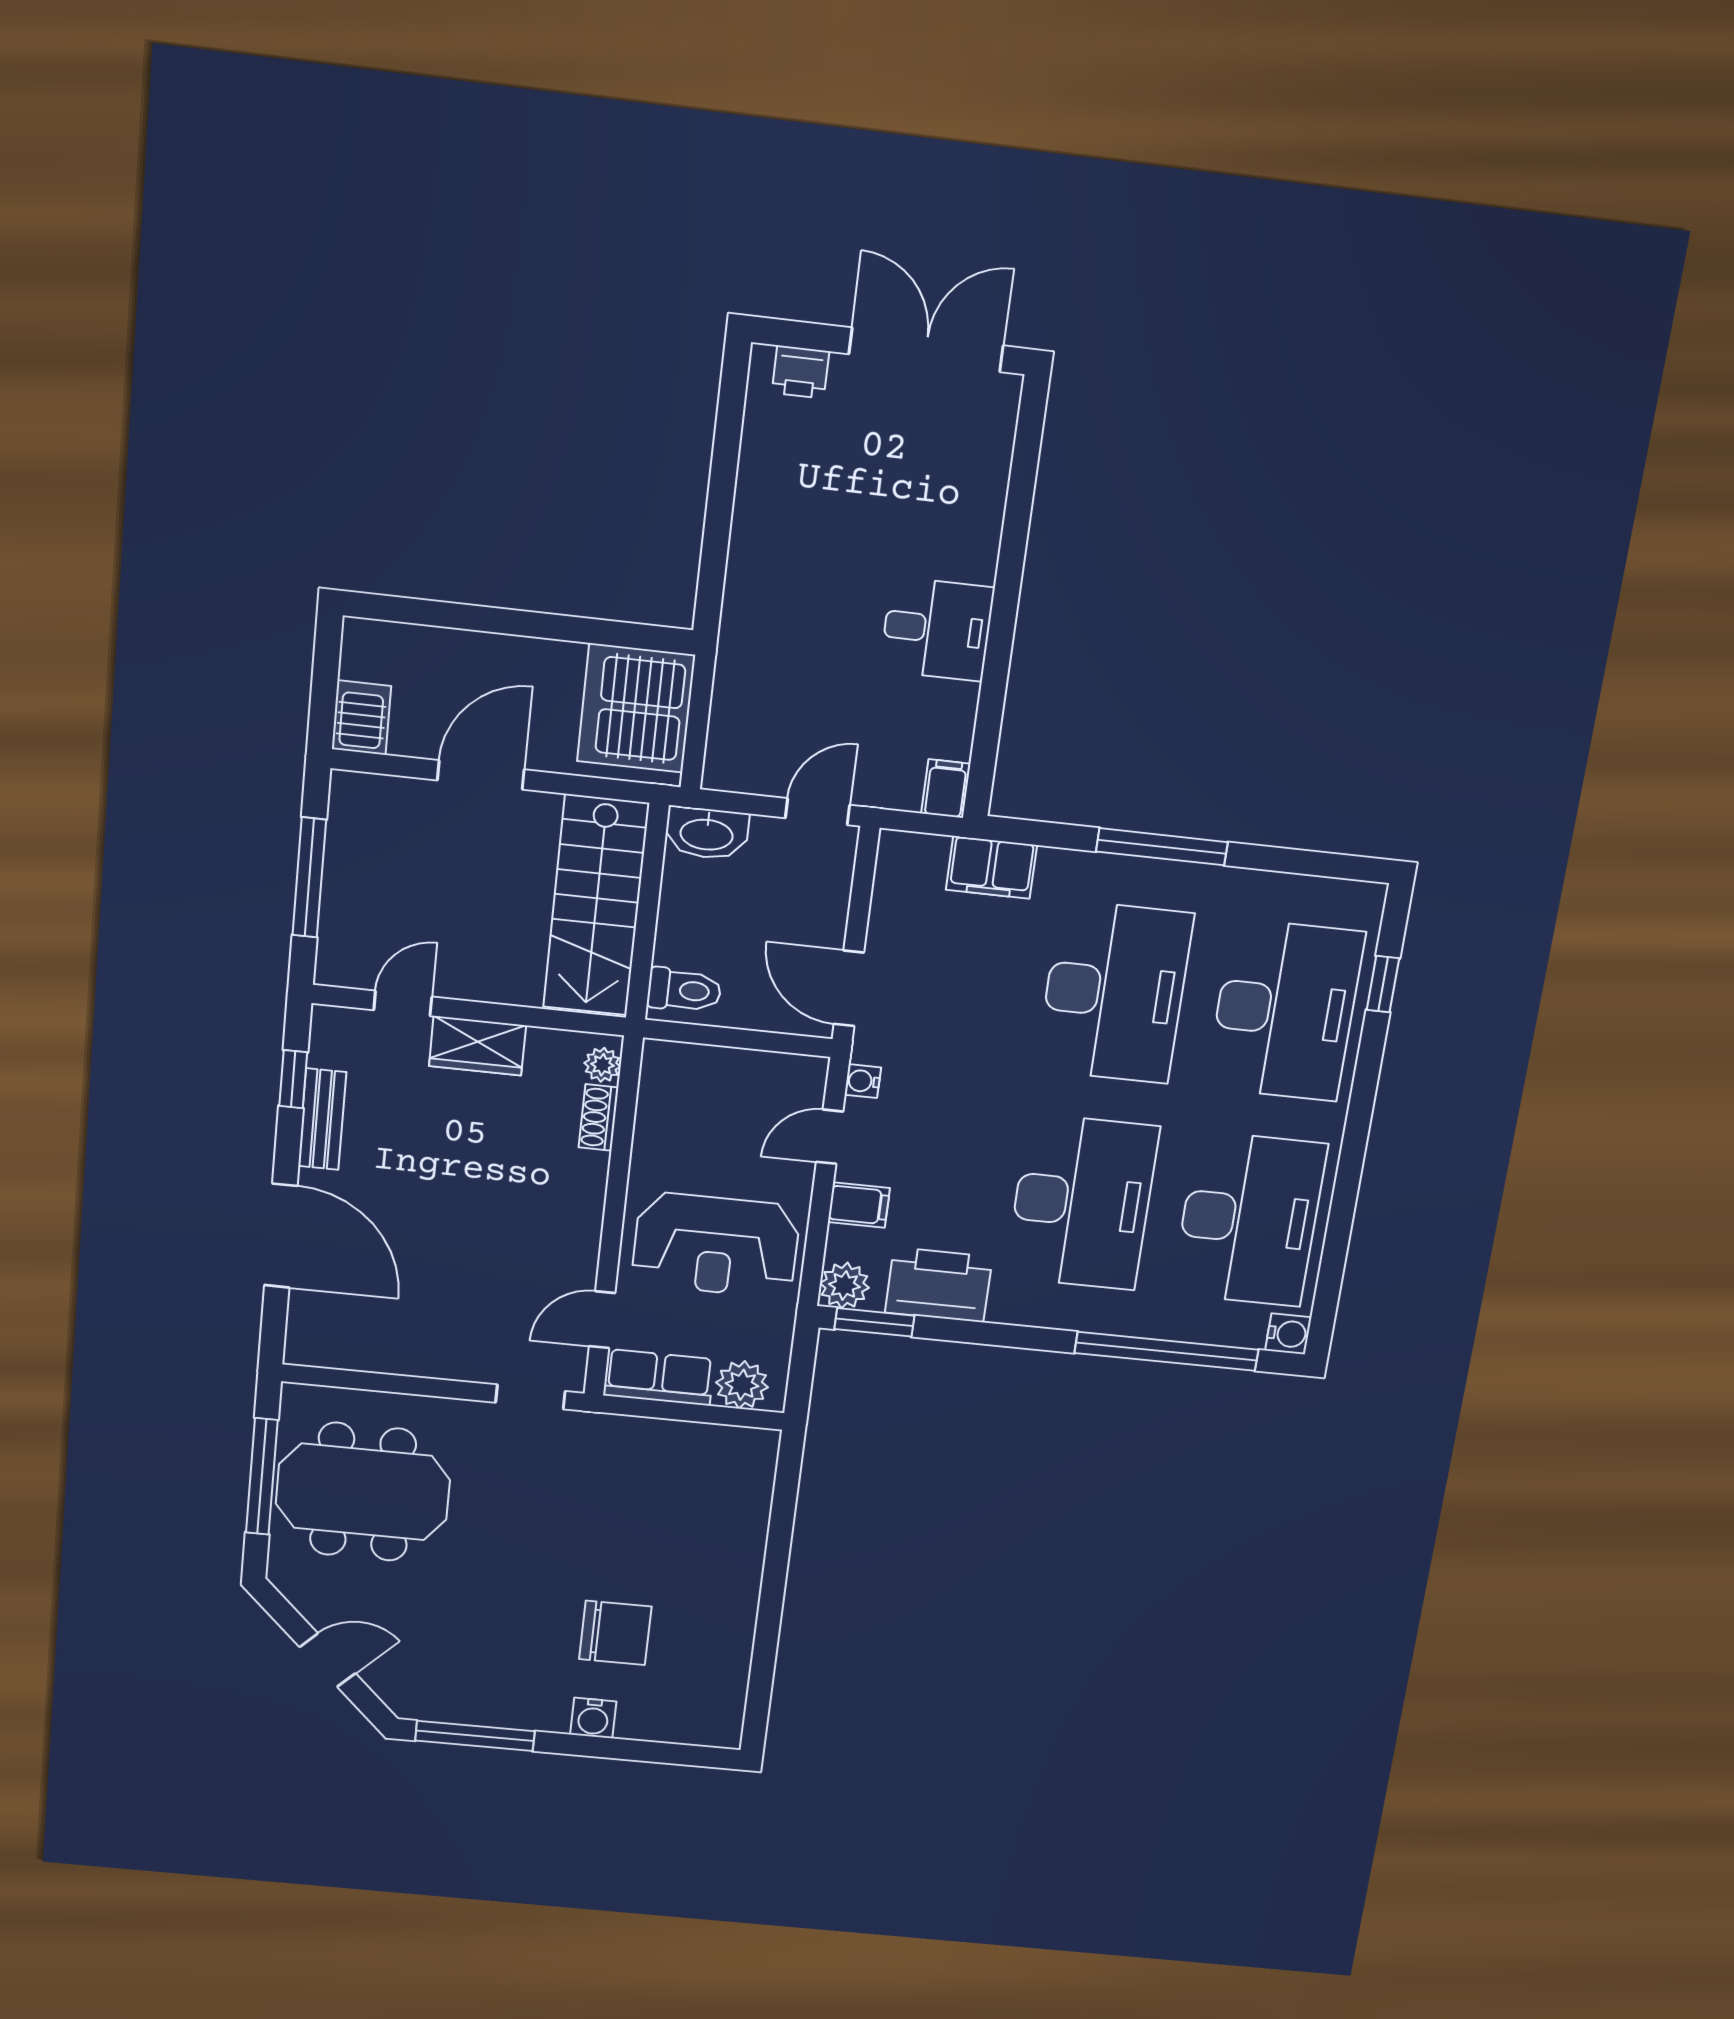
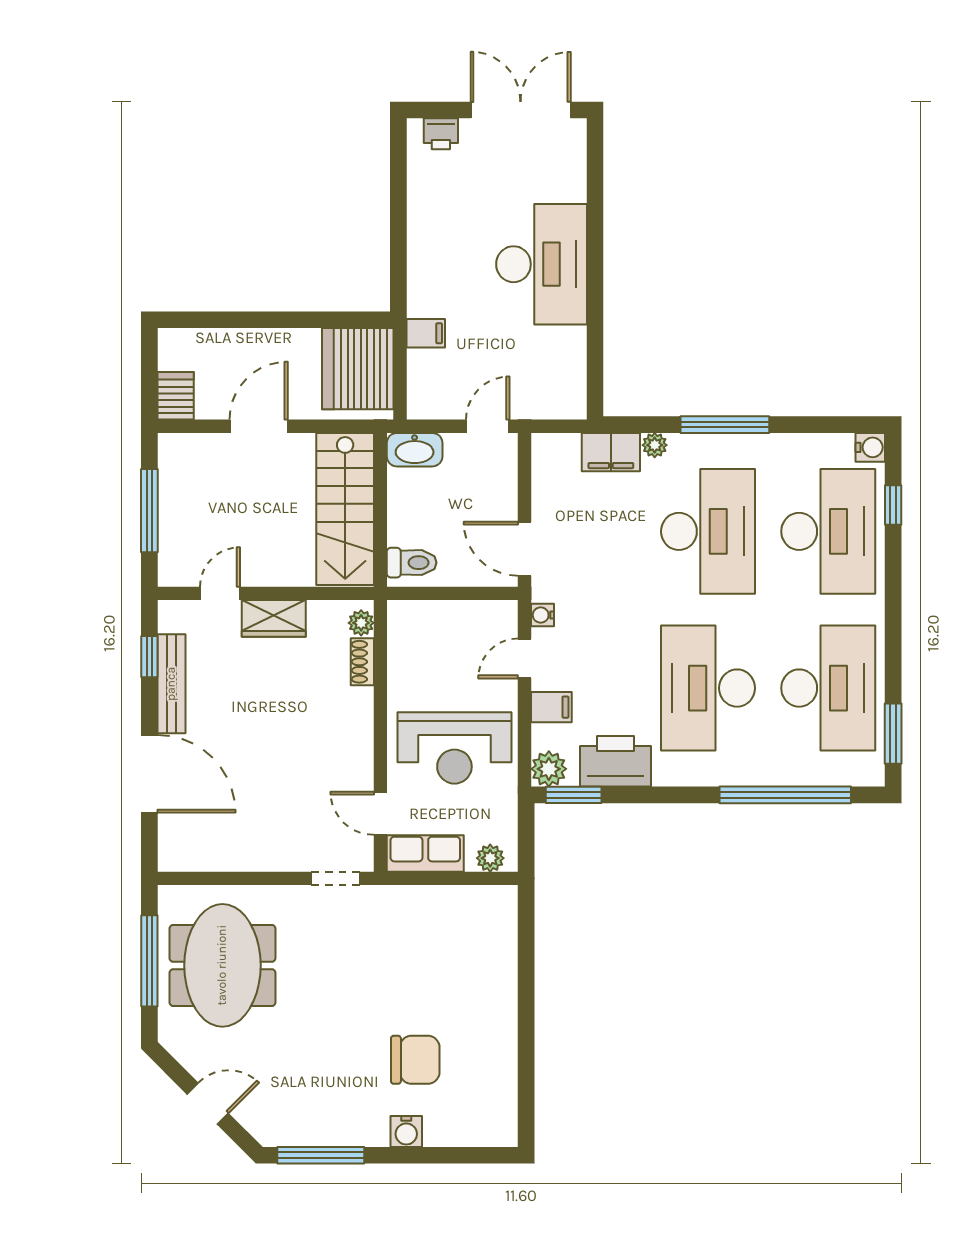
desk: (937, 629) -> (542, 264), width x1.87, depth x1.30
filing cabinet: (946, 789) -> (426, 333), moved, turned 90
plant: (1056, 864) -> (655, 445), added
bench: (322, 1119) -> (171, 684), width x1.36
desk: (1082, 1202) -> (708, 688), turned 180
window: (1328, 1288) -> (893, 734), added
door: (602, 1320) -> (380, 813), hinge flipped
water cooler: (1288, 1334) -> (870, 447), moved
plant: (742, 1385) -> (490, 858), width x0.73, depth x0.73
meeting table: (363, 1492) -> (222, 965), turned 90

